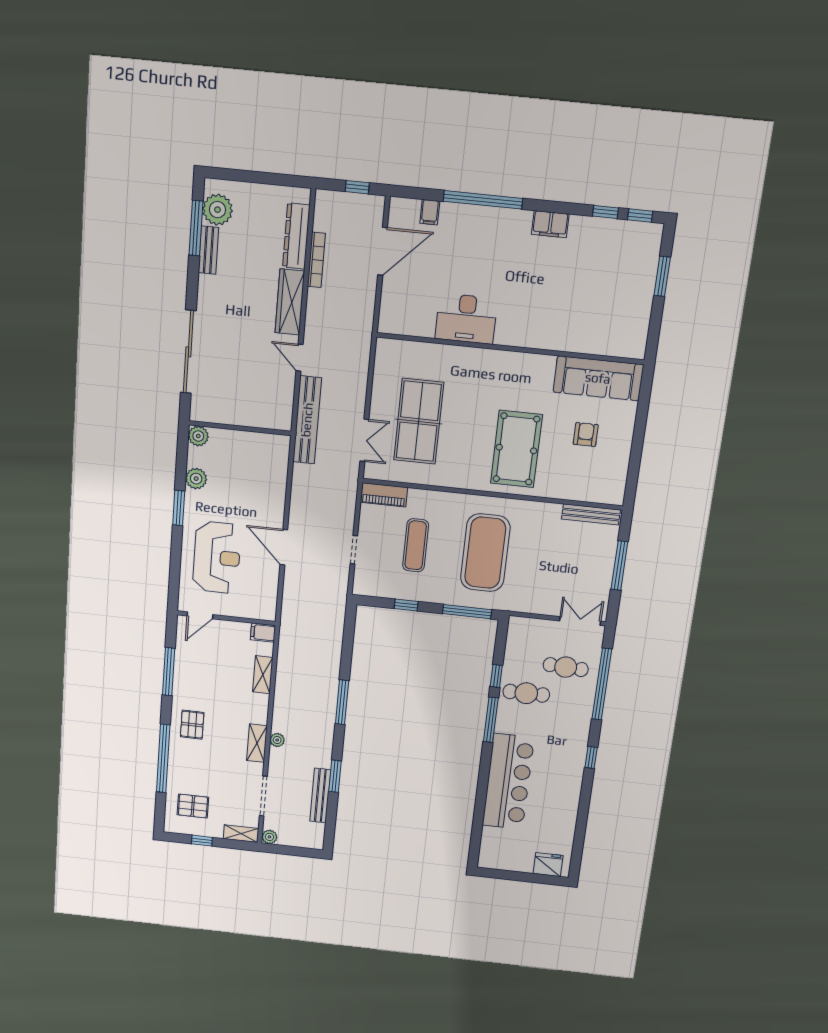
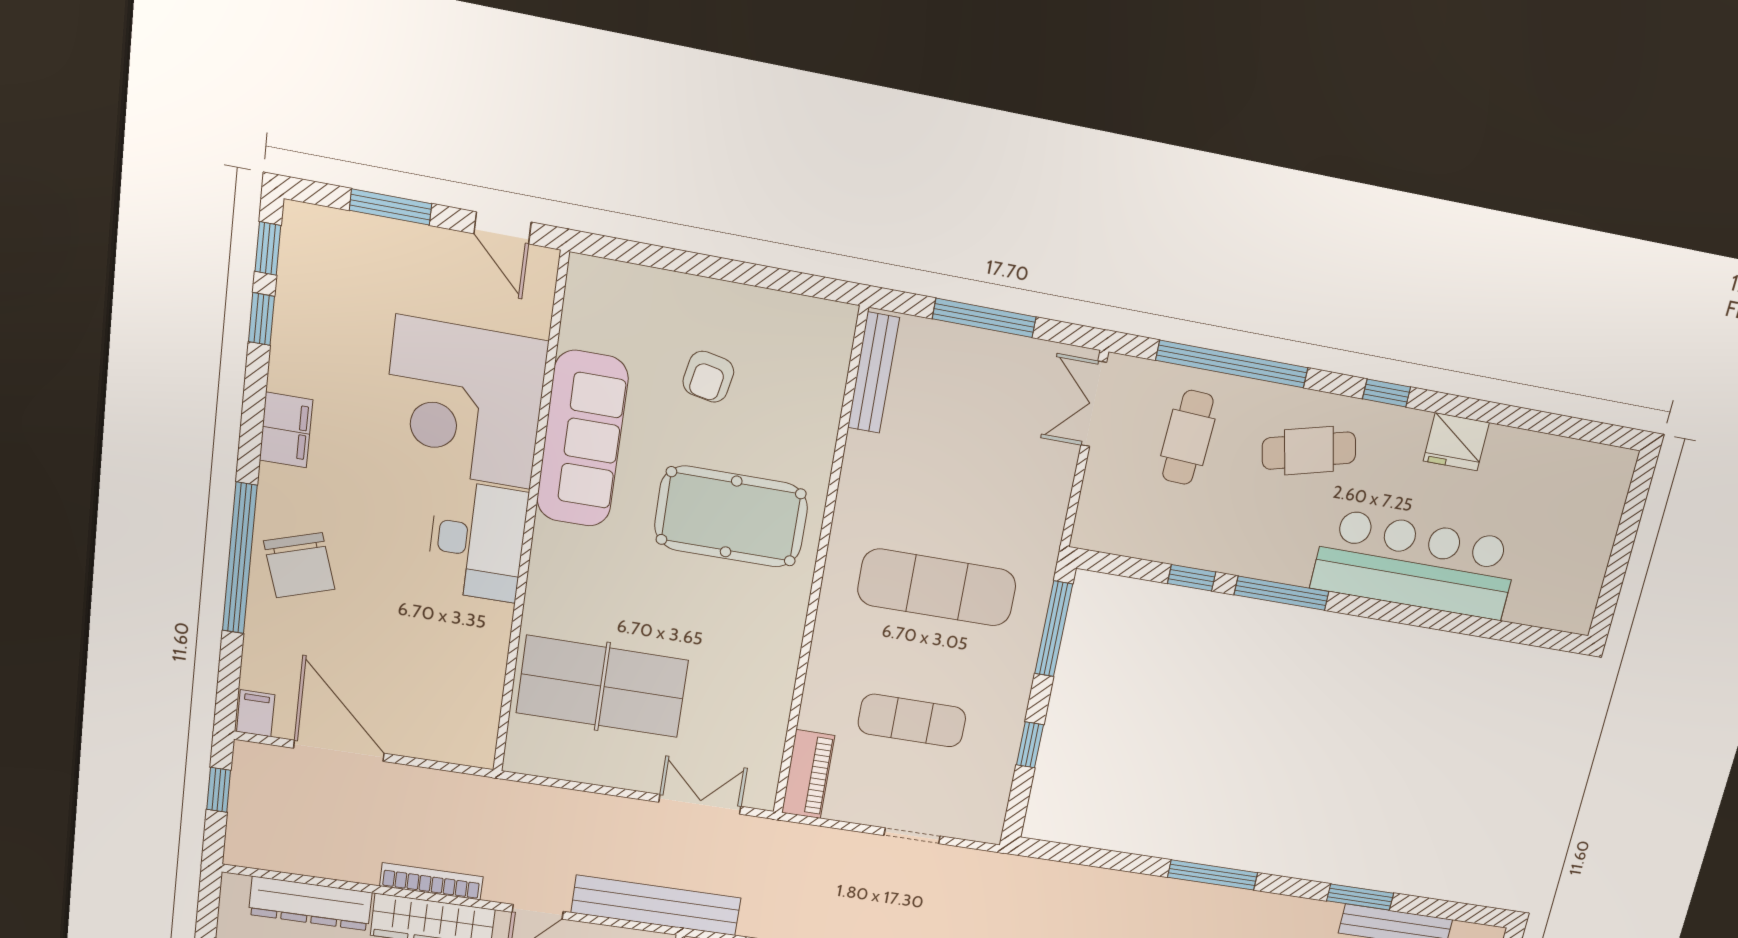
filing cabinet: (430, 212) -> (256, 713), moved, turned -90
chair: (481, 231) -> (299, 565), added
bookcase: (316, 260) -> (431, 881), moved
corner desk: (568, 314) -> (464, 403), added
desk: (466, 319) -> (477, 541), moved
door: (654, 331) -> (503, 228), added
sofa: (598, 378) -> (582, 439), moved
table tennis table: (419, 421) -> (602, 686), moved
armchair: (586, 435) -> (708, 377), turned -79
exercise mat: (485, 553) -> (937, 588), width x0.68
cafe table: (526, 693) -> (1309, 451), moved, turned 76
fridge: (548, 865) -> (1456, 442), moved, turned -90

